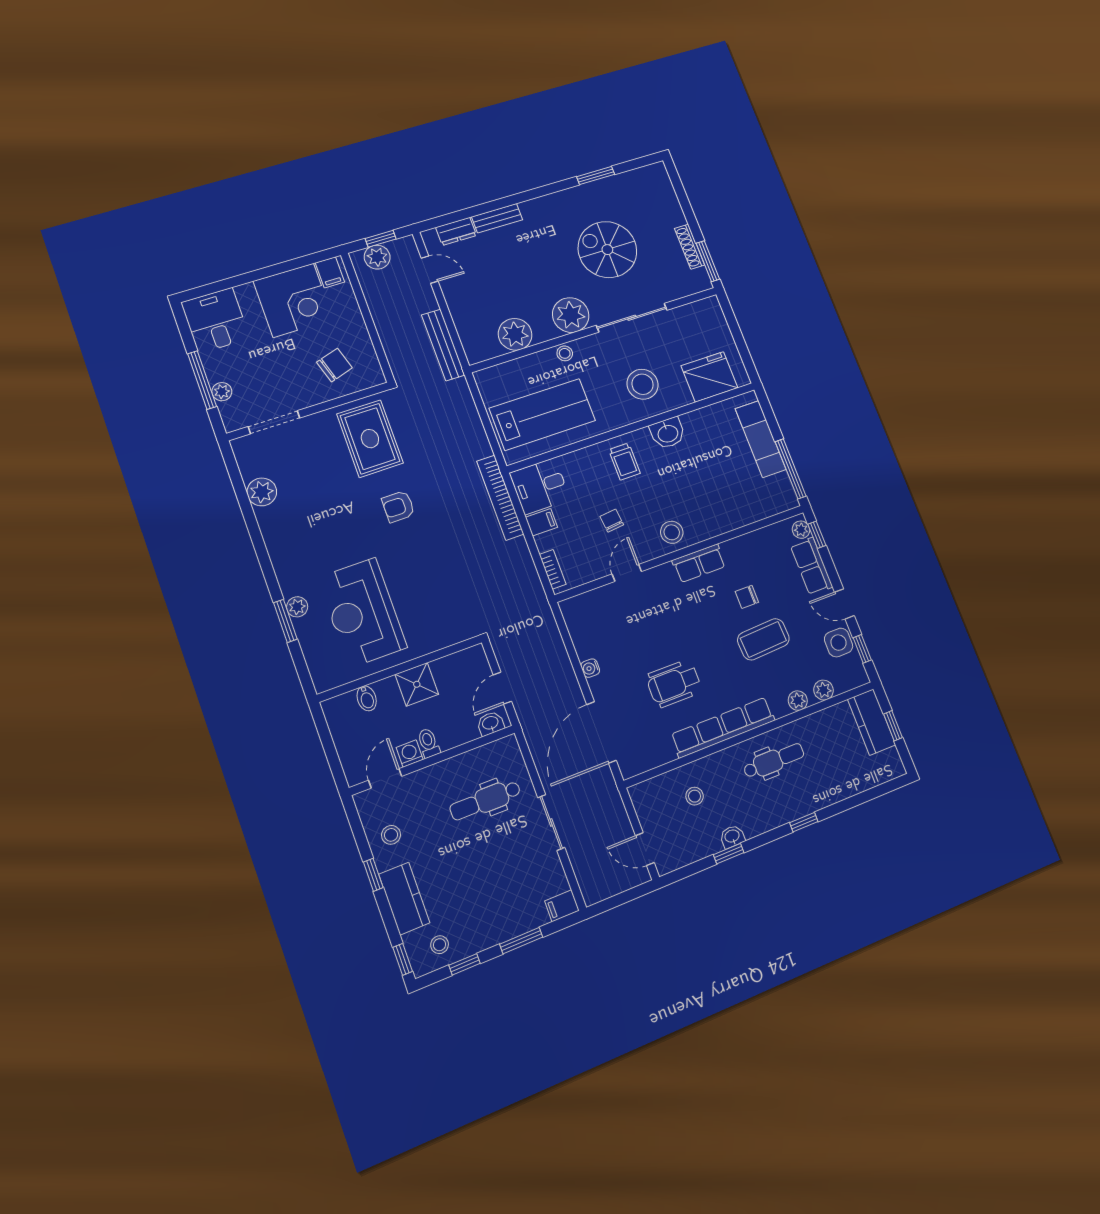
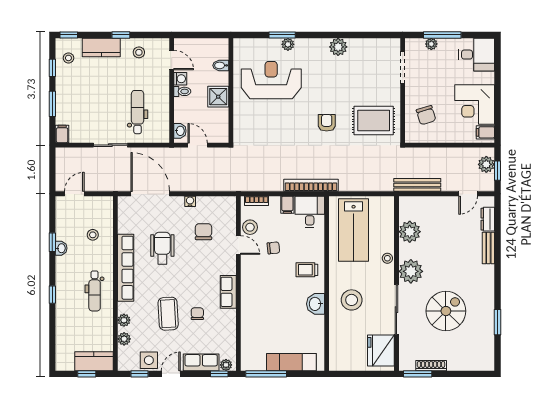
fridge: (709, 377) -> (381, 351), moved, turned 180
plant: (262, 492) -> (338, 47), moved
stool: (672, 532) -> (250, 227), moved
chair: (627, 631) -> (203, 232), added

